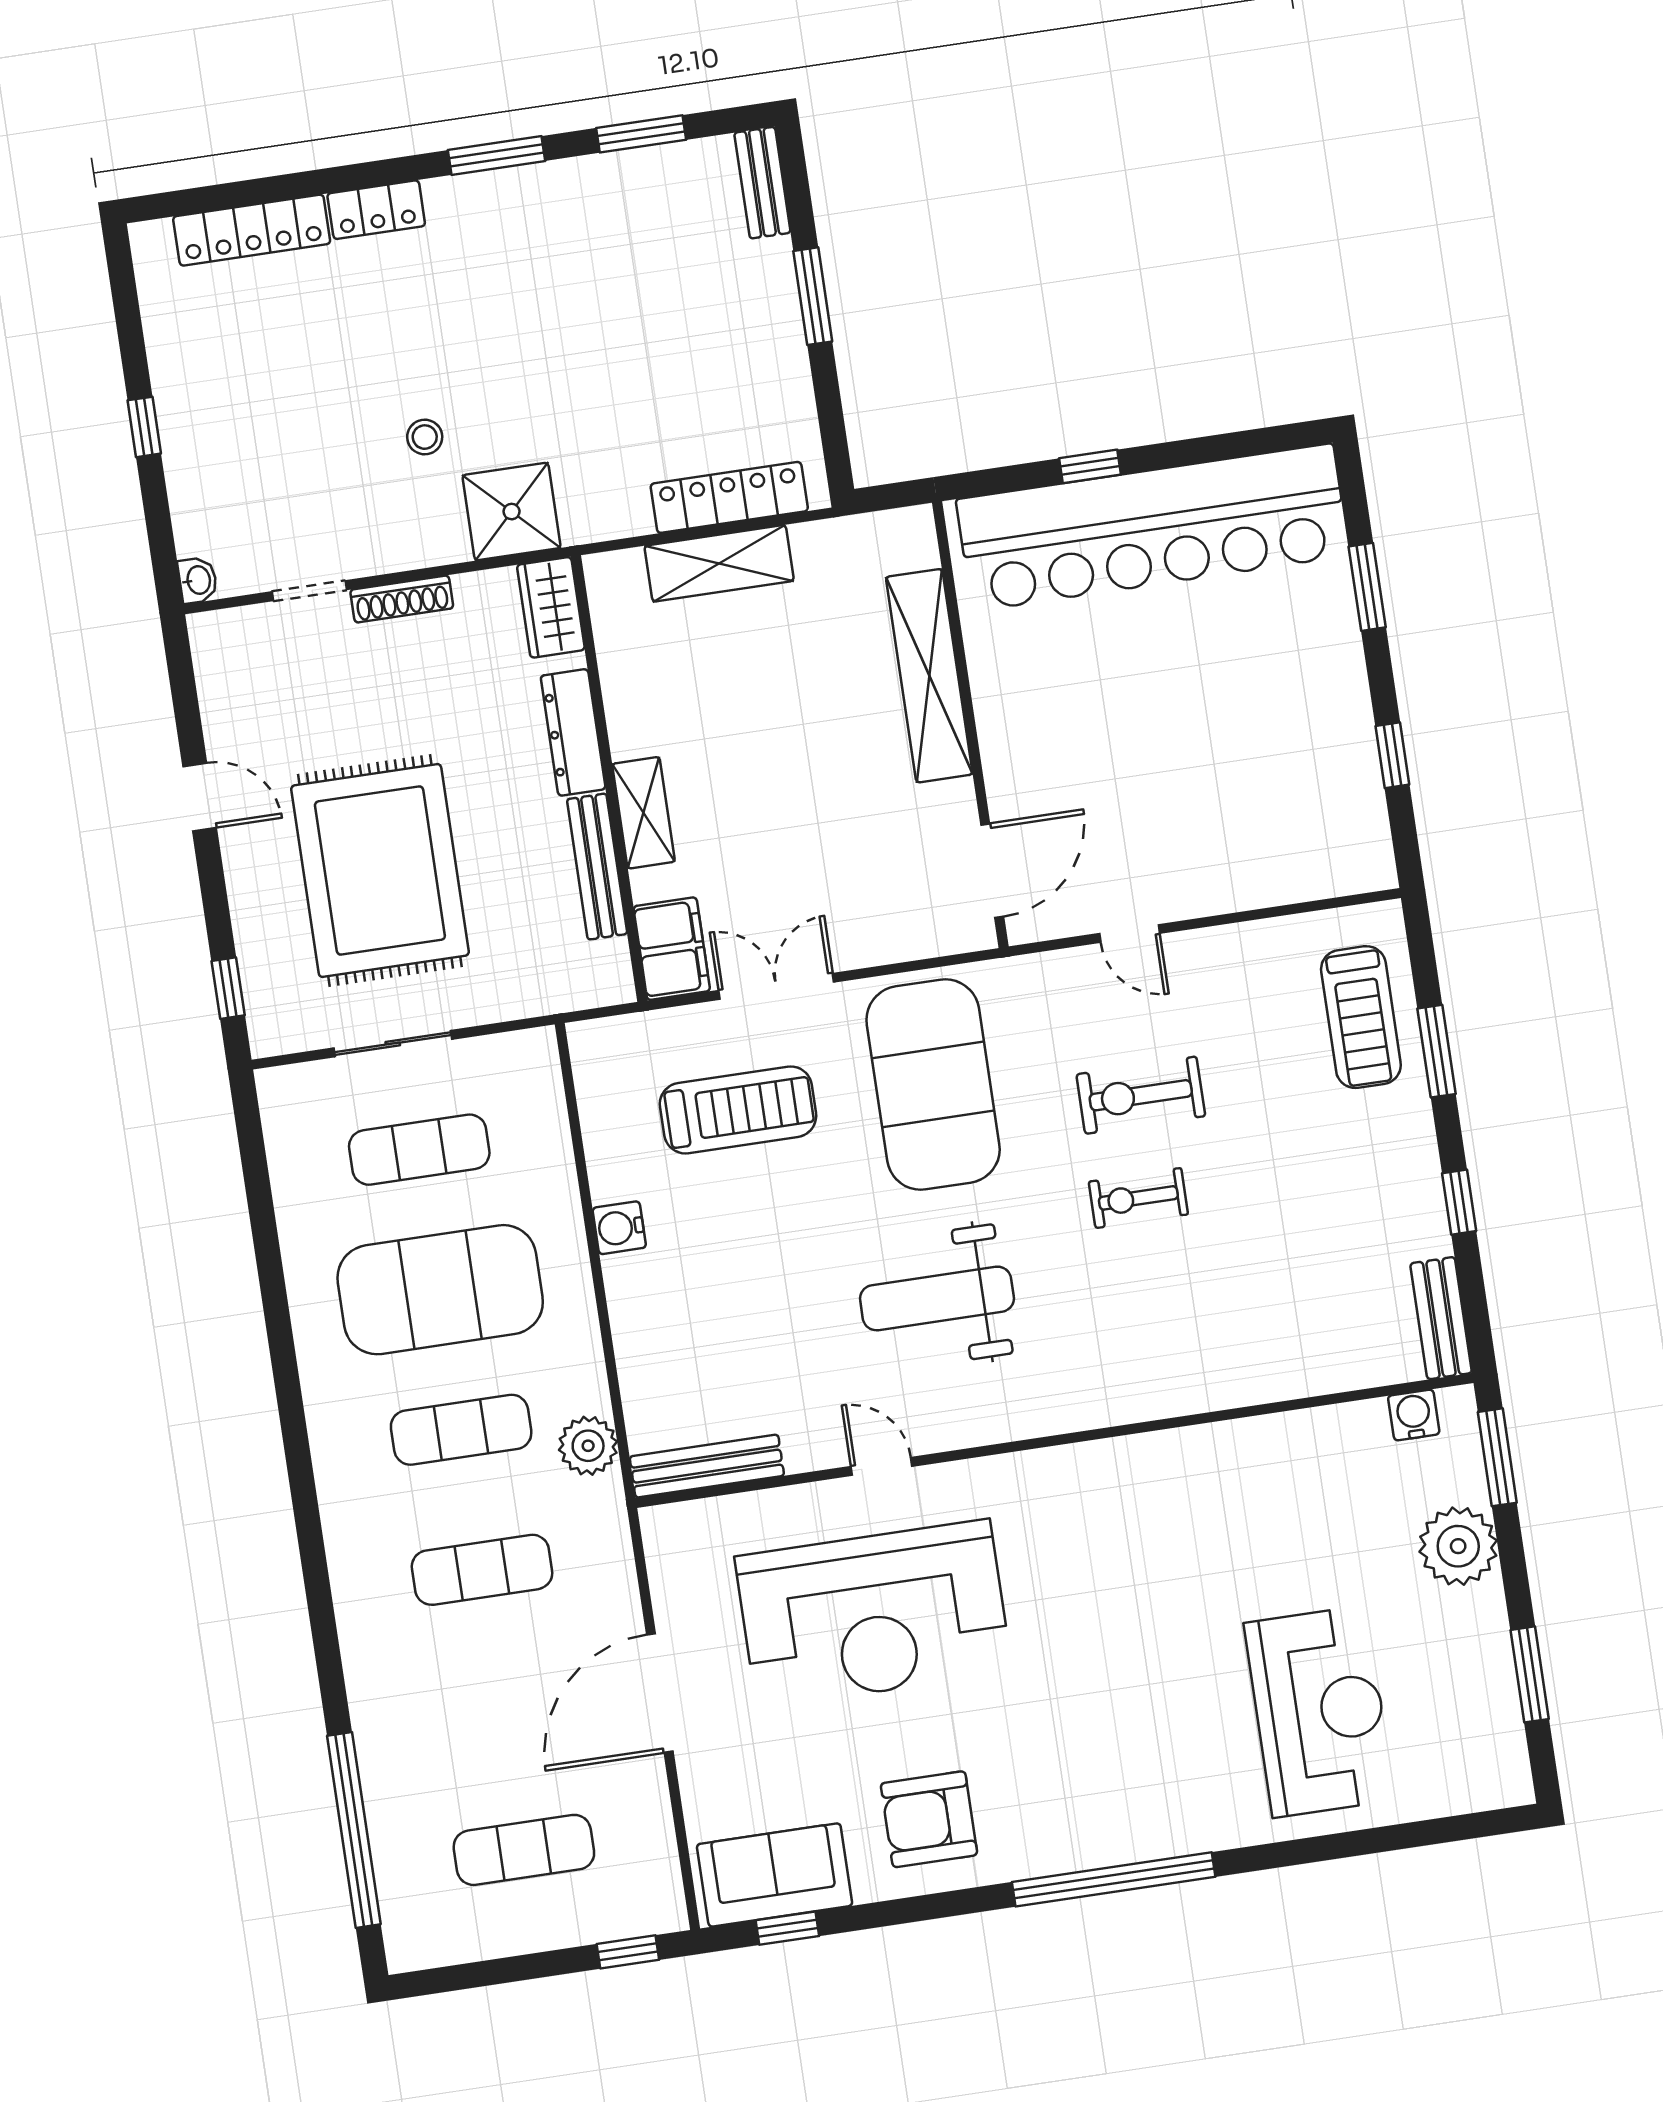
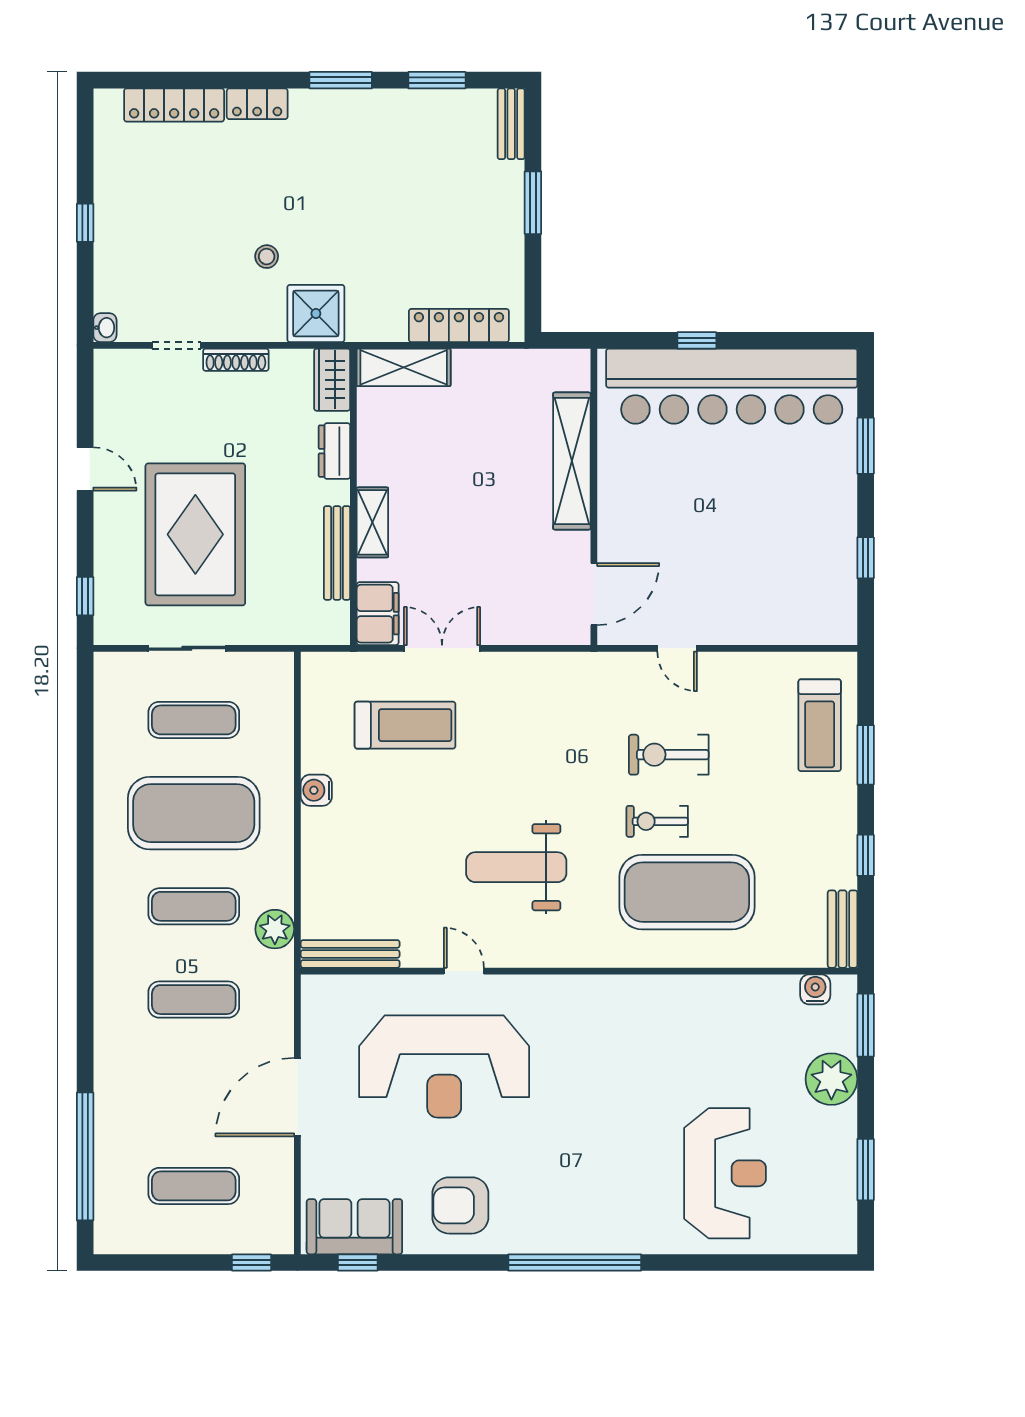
shelving: (719, 563) -> (404, 367), moved
dresser: (573, 732) -> (334, 451), width x0.70
exercise mat: (933, 1085) -> (687, 892), moved, turned 90

